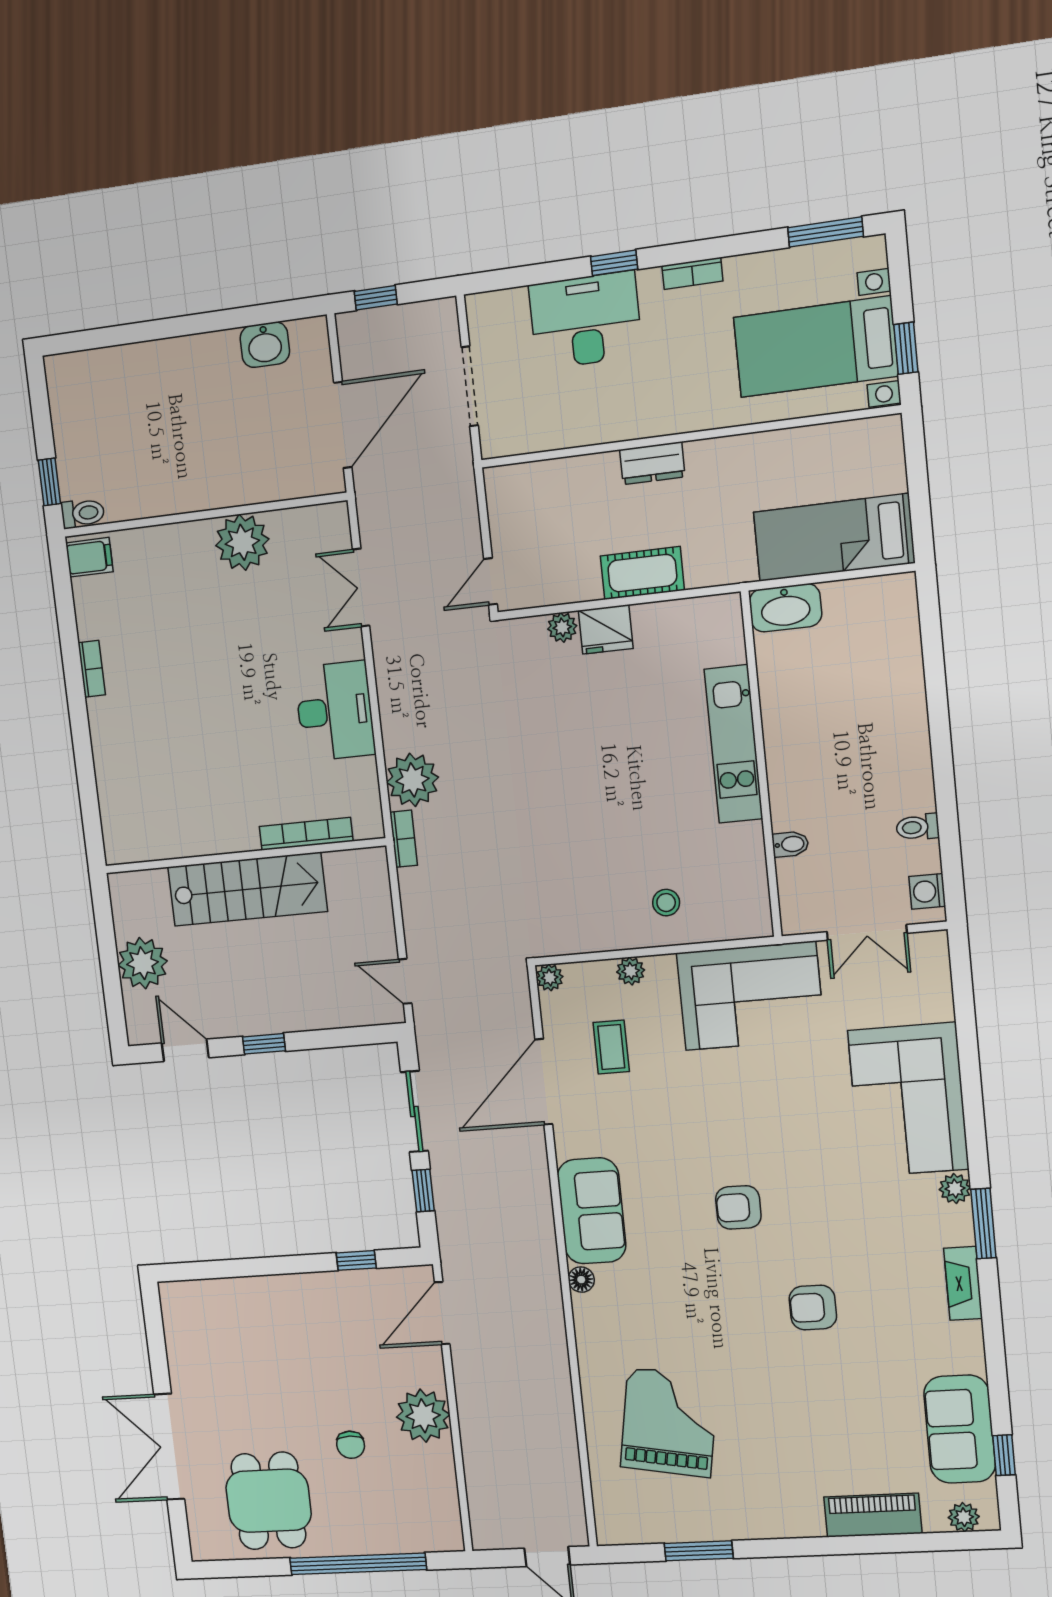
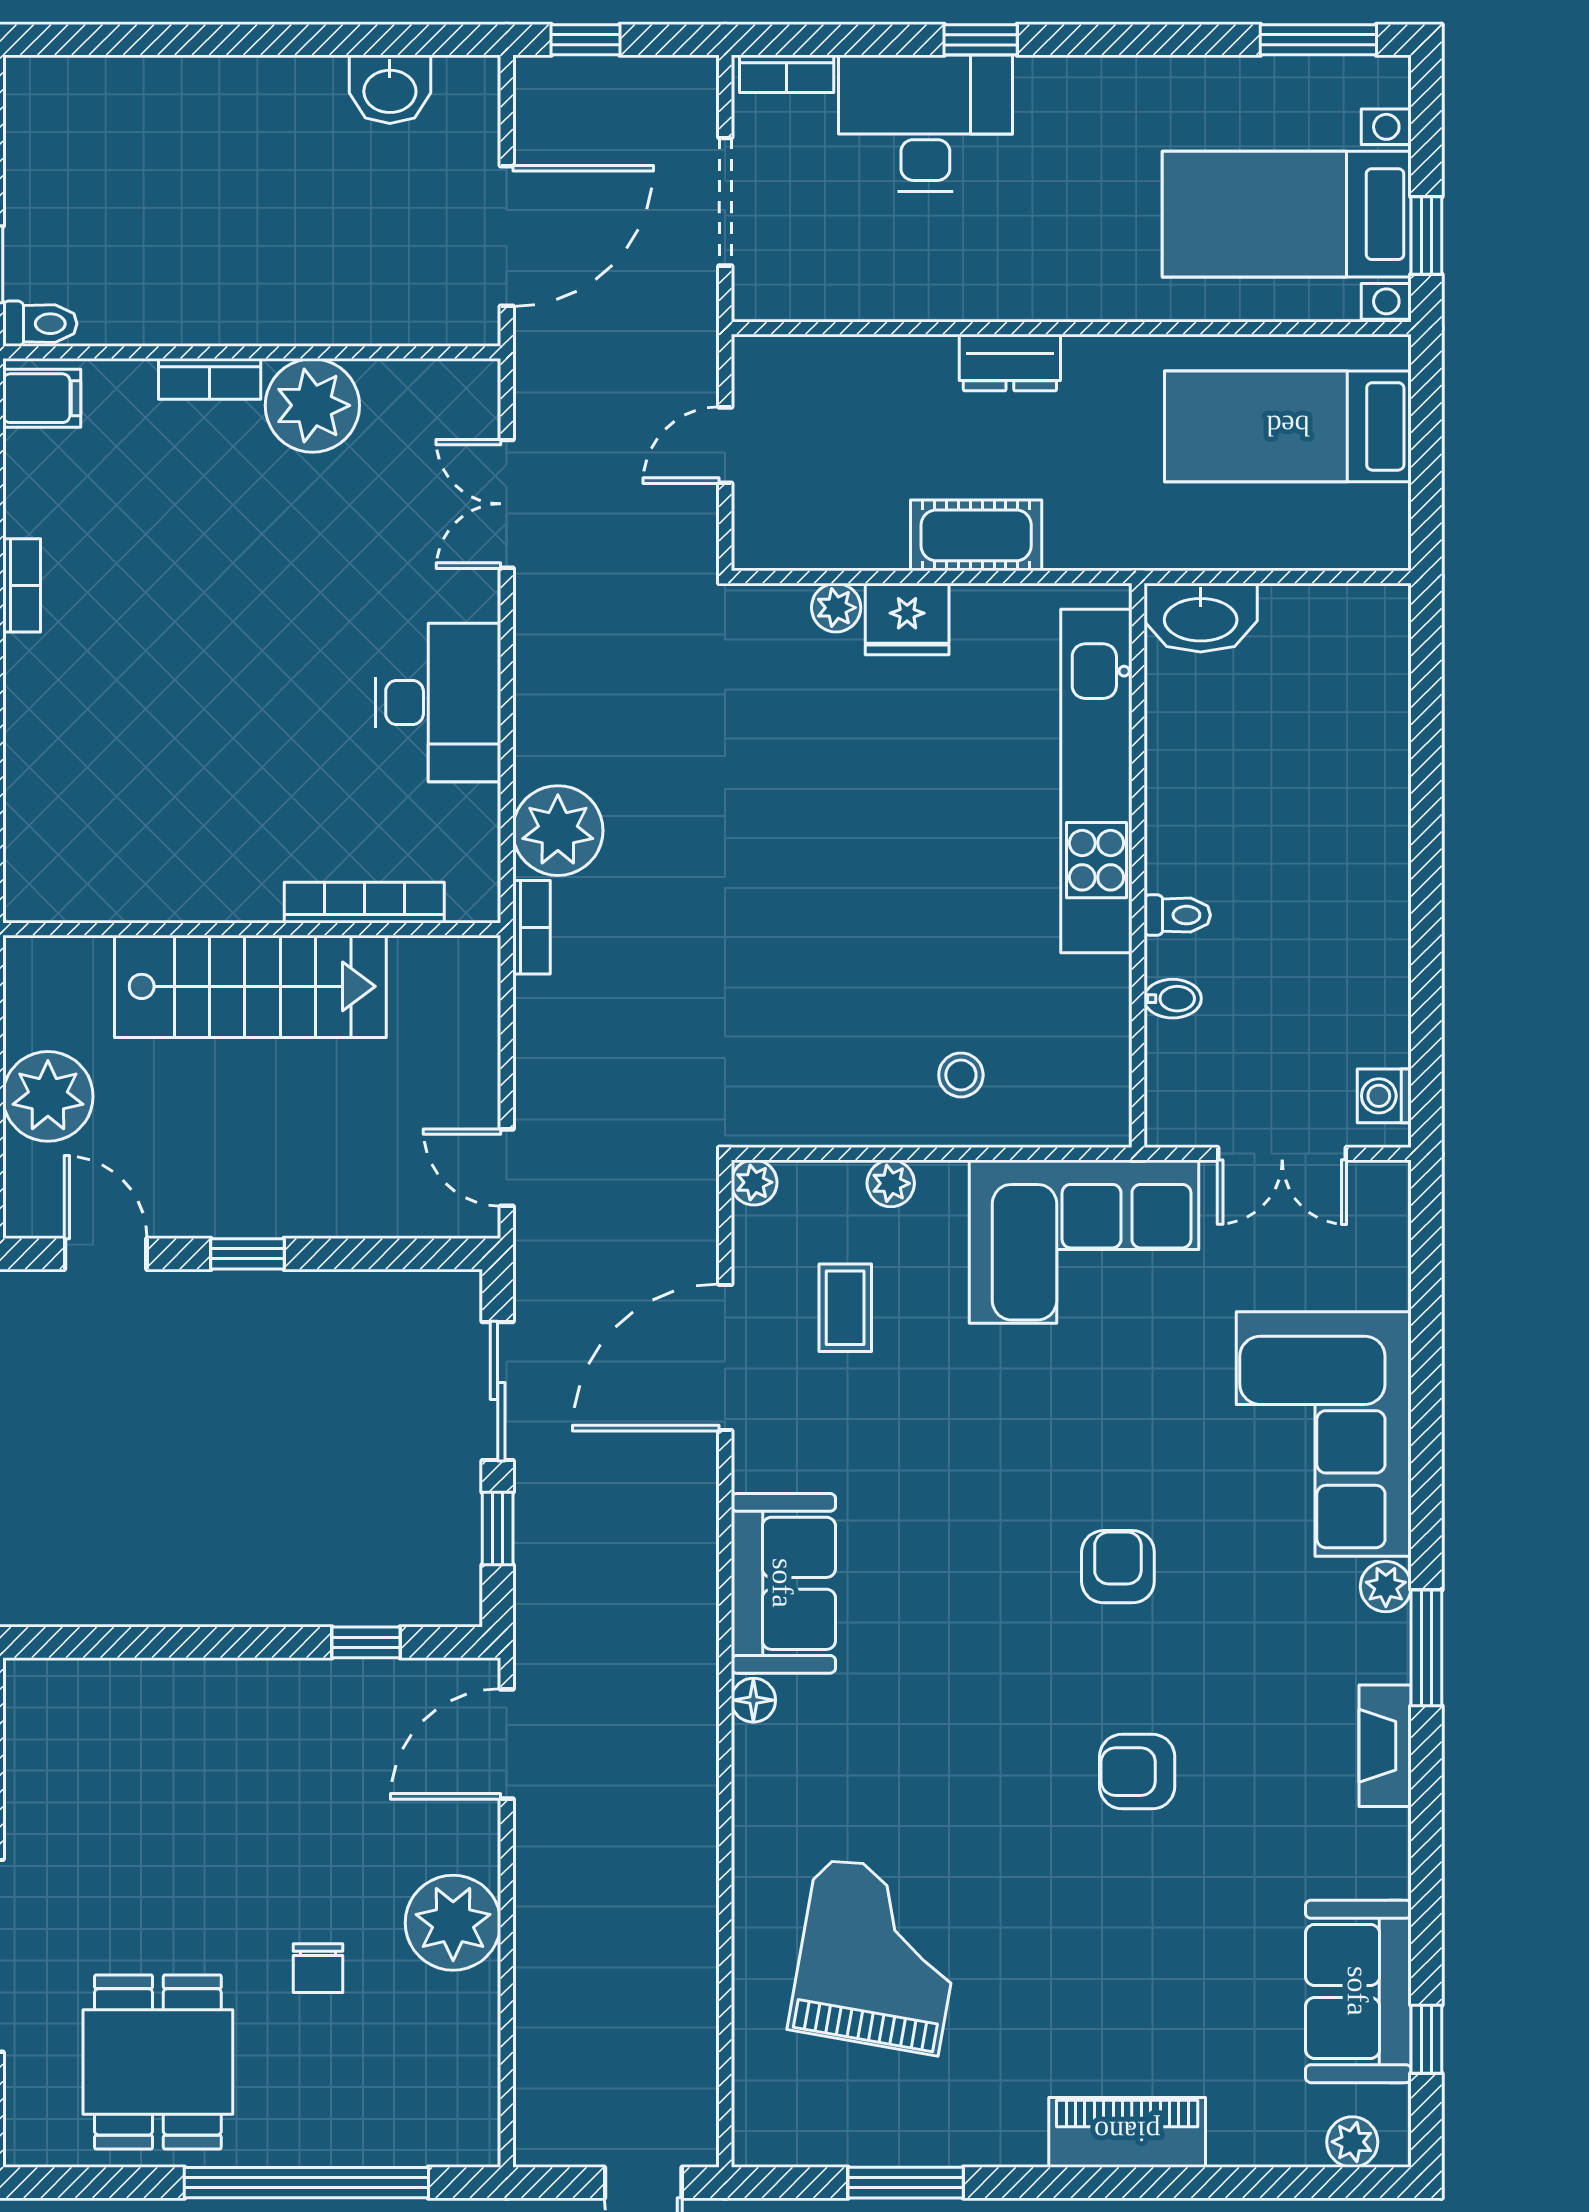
bookcase: (692, 273) -> (787, 74), moved
bookcase: (182, 534) -> (210, 379), added
bed: (834, 537) -> (1288, 426), moved
door: (490, 581) -> (725, 445), moved
kitchen unit: (733, 744) -> (1096, 781), width x1.36
toilet: (918, 827) -> (1177, 915), moved, turned 180
armchair: (738, 1207) -> (1118, 1567), moved, turned 90
piano: (873, 1515) -> (1127, 2132), moved

